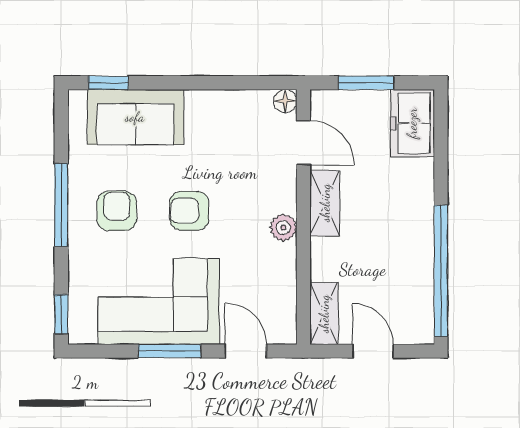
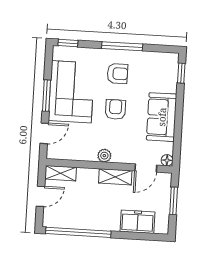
sofa: (135, 117) -> (162, 117), moved
freezer: (412, 123) -> (137, 222), moved

